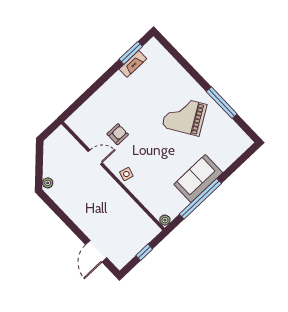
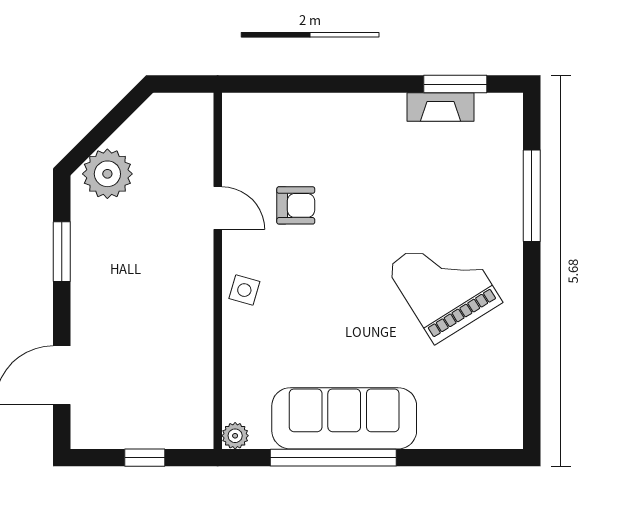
window: (222, 103) -> (532, 196), moved
sofa: (198, 179) -> (344, 418), width x1.36
plant: (48, 183) -> (107, 174), width x1.88, depth x1.88
window: (61, 214) -> (62, 252), added

